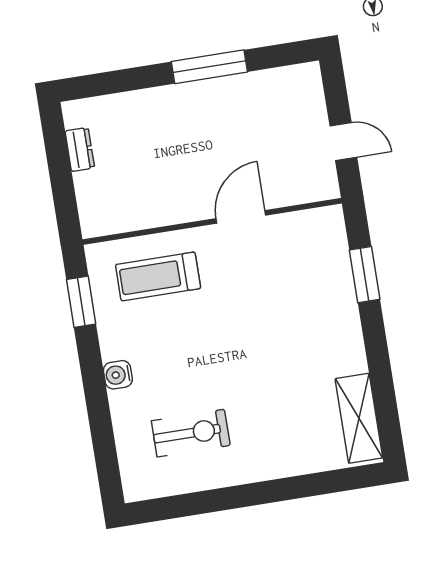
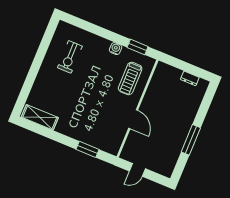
treadmill: (158, 276) -> (130, 78), turned 180
water cooler: (118, 375) -> (116, 49), moved

